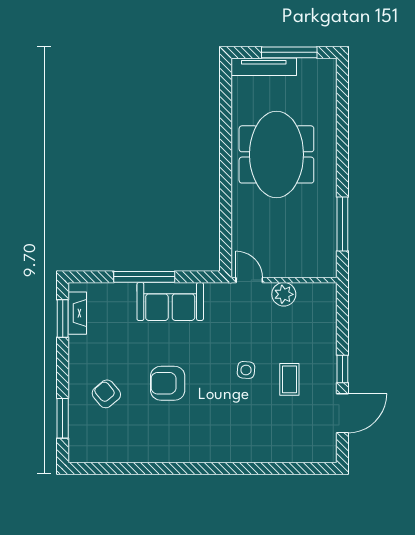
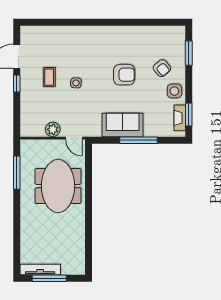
tv unit: (264, 67) -> (40, 269), moved
meeting table: (276, 154) -> (58, 186), moved
side table: (86, 357) -> (174, 91), added

